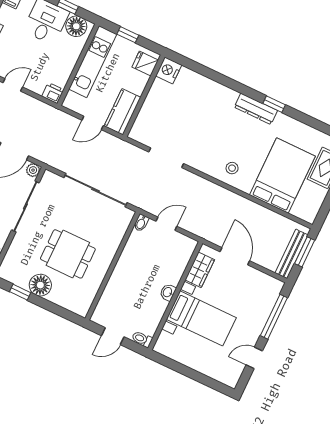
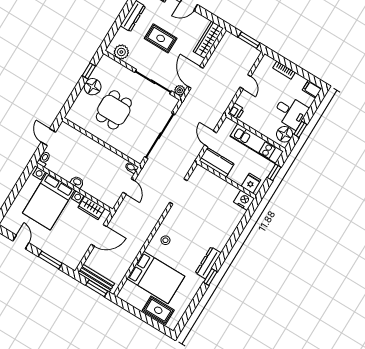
window: (274, 317) -> (50, 260), width x0.69
bed with nightstands: (201, 318) -> (49, 201), width x1.36

